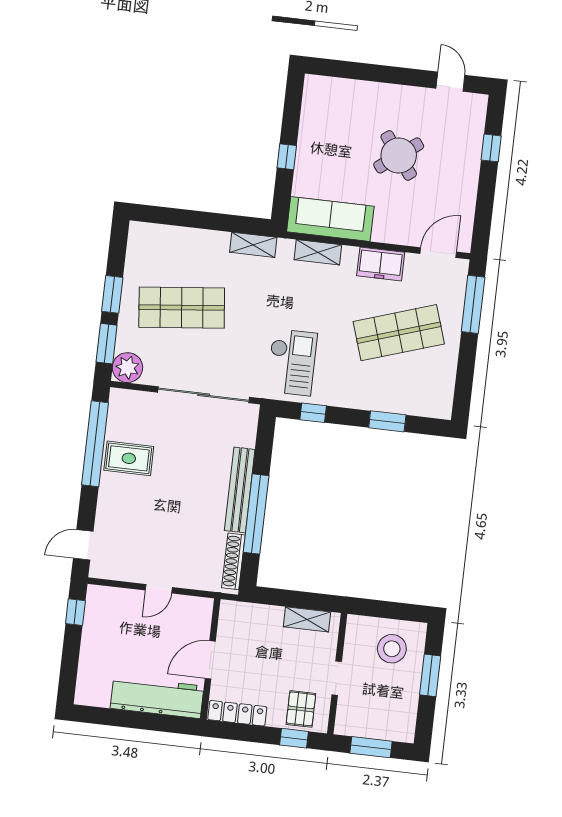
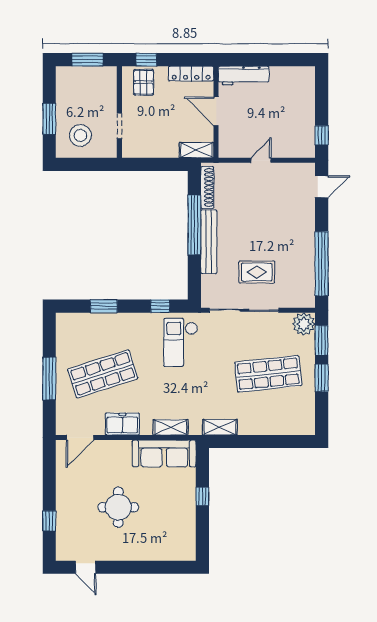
round table: (399, 155) -> (118, 507), turned 37
window: (473, 304) -> (49, 379), moved
rug: (129, 458) -> (257, 272), moved
shelving: (307, 619) -> (197, 150), moved
door: (210, 660) -> (216, 111), swing flipped
doorway: (337, 678) -> (119, 126), moved
workbench: (157, 697) -> (244, 75), width x0.73, depth x0.76

